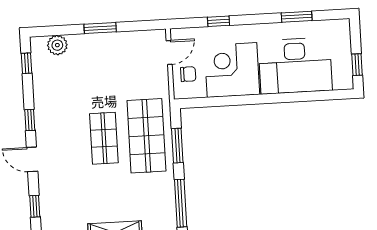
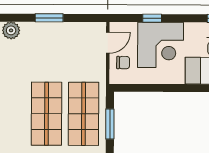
corner desk: (232, 70) -> (161, 45), moved, turned 180
shop shelf: (104, 138) -> (46, 114), width x1.43, depth x1.36

